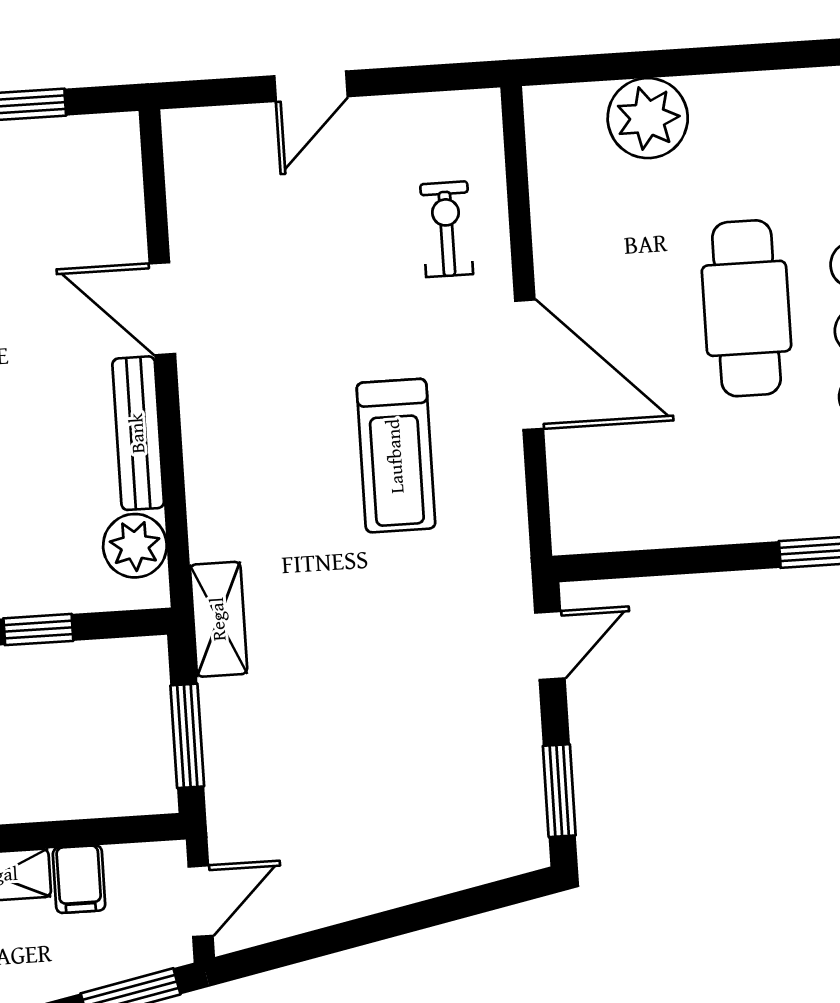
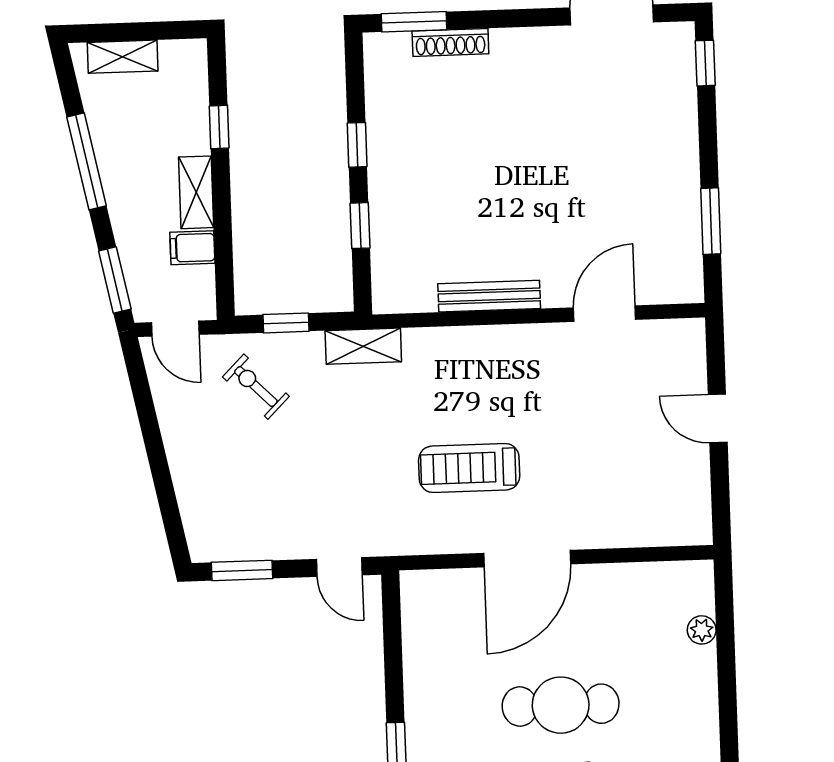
plant: (648, 118) -> (702, 630), width x0.53, depth x0.53
exercise bike: (447, 229) -> (256, 387), moved, turned -135
door: (162, 309) -> (604, 314), moved
plant: (135, 546) -> (414, 292), removed
window: (187, 736) -> (286, 323), width x0.67

